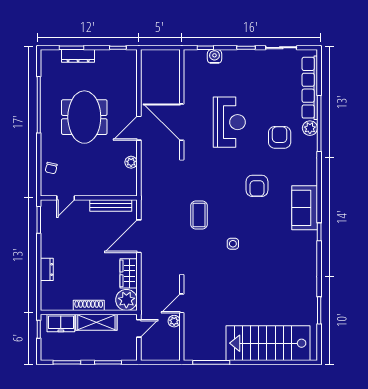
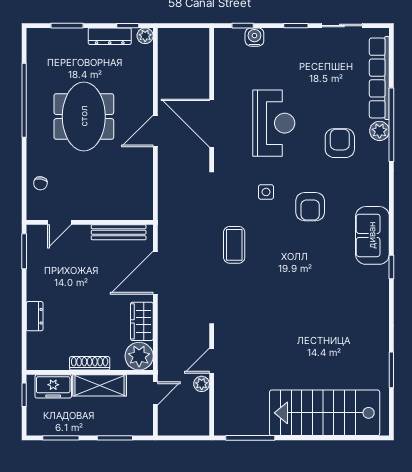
dresser: (78, 56) -> (110, 36), moved
plant: (131, 162) -> (145, 36), moved
side table: (233, 244) -> (266, 192), moved

